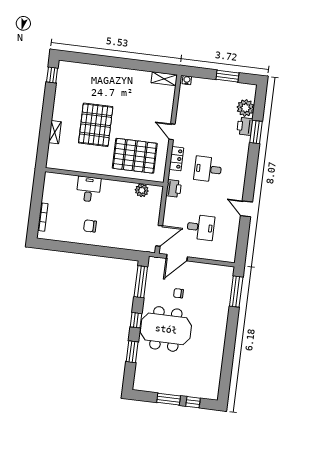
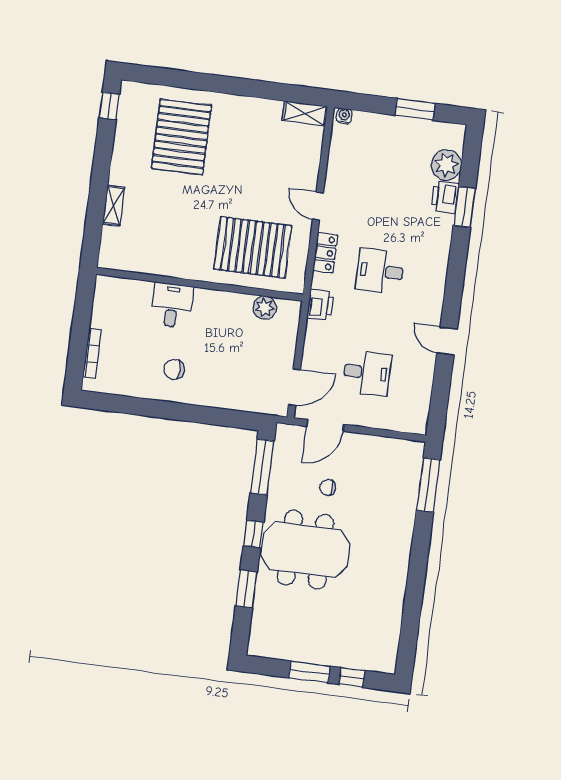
pallet: (96, 125) -> (181, 137), moved

